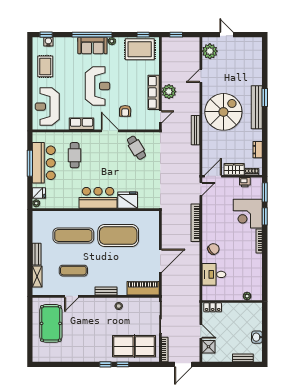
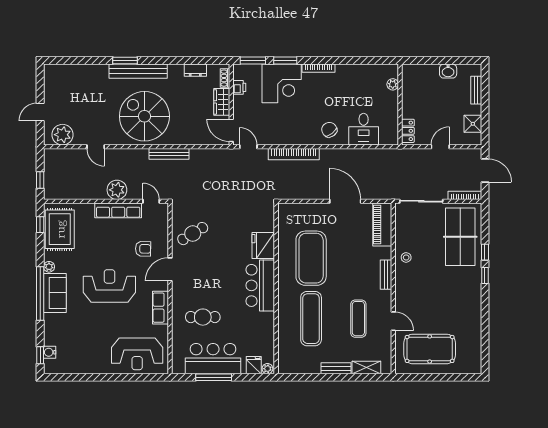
rug: (45, 66) -> (83, 357), removed
shower: (209, 347) -> (473, 124), moved

